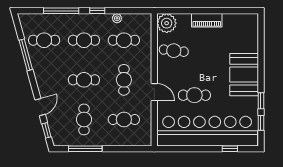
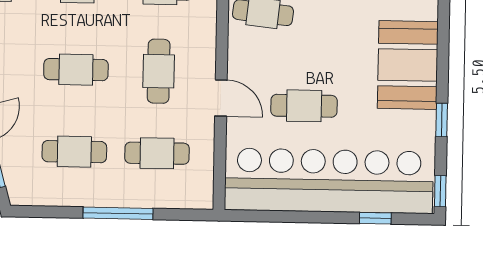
cafe table: (84, 119) -> (74, 152), turned 90
window: (261, 123) -> (440, 191), moved
window: (85, 149) -> (118, 213), moved

